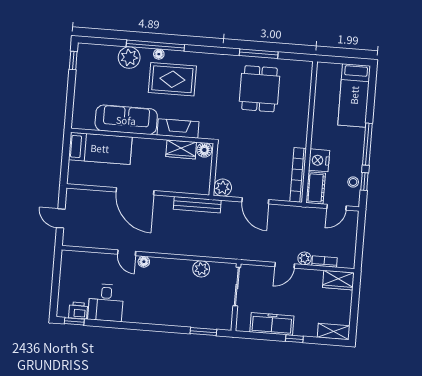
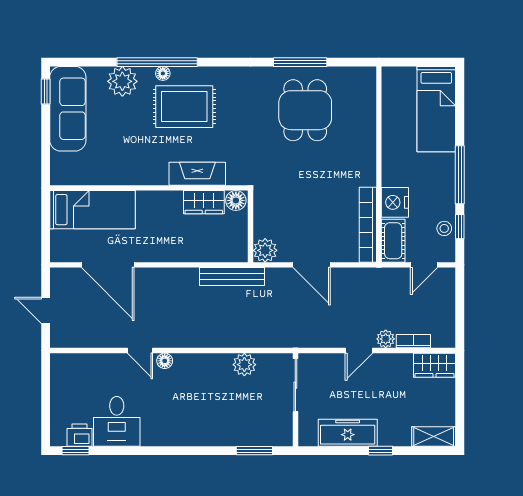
sofa: (126, 120) -> (68, 109), moved, turned 90
door: (135, 191) -> (108, 265), moved

